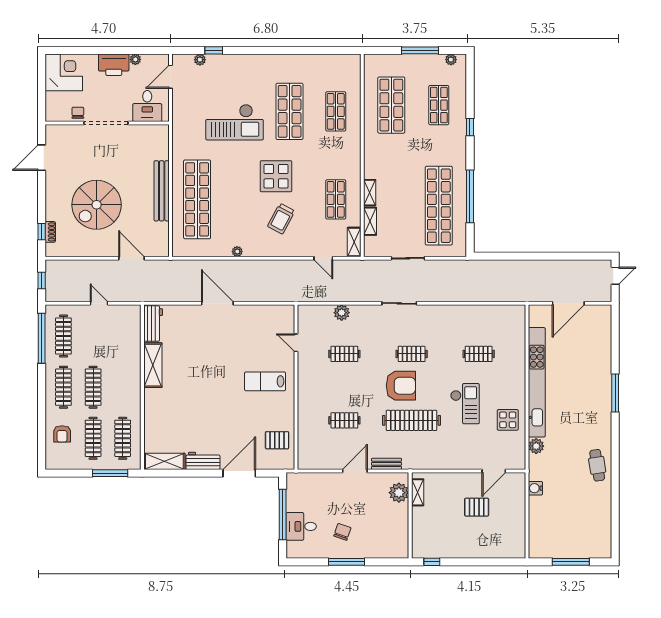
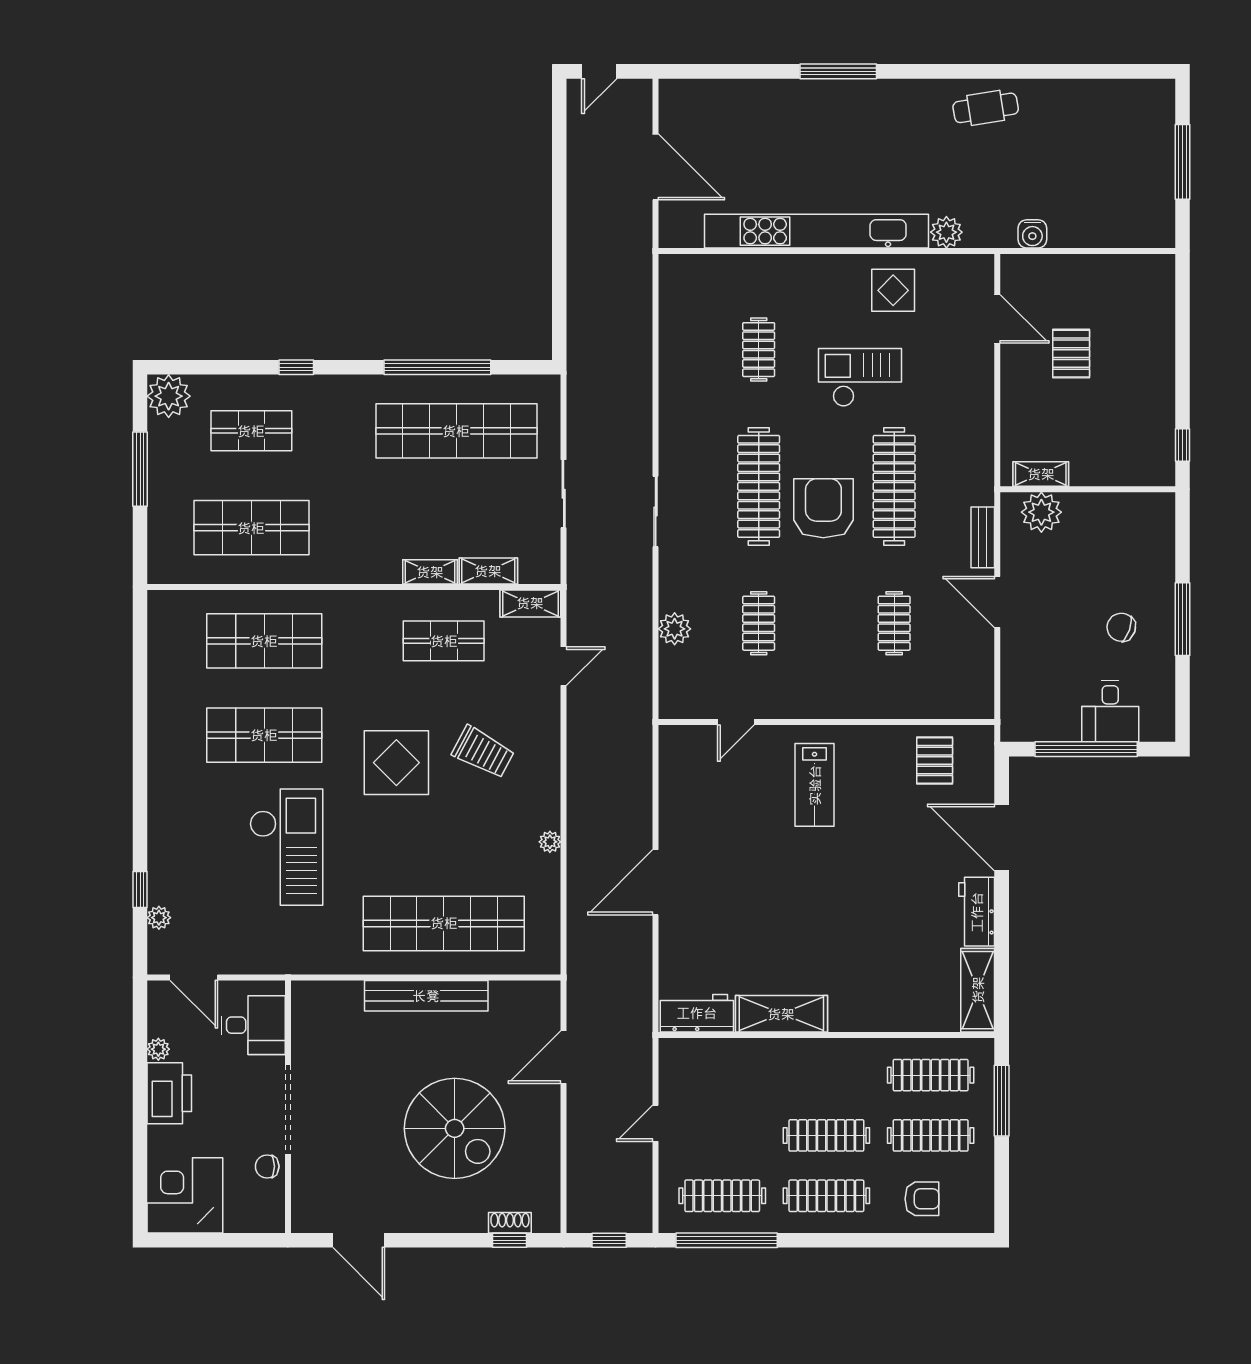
plant: (451, 60) -> (169, 396), width x1.87, depth x1.87
shop shelf: (336, 111) -> (264, 641), width x1.43, depth x1.36
door: (615, 276) -> (599, 71), swing flipped
clothes rail: (412, 354) -> (759, 486), width x1.86, depth x1.31

